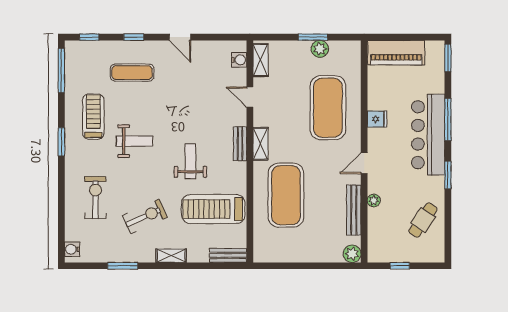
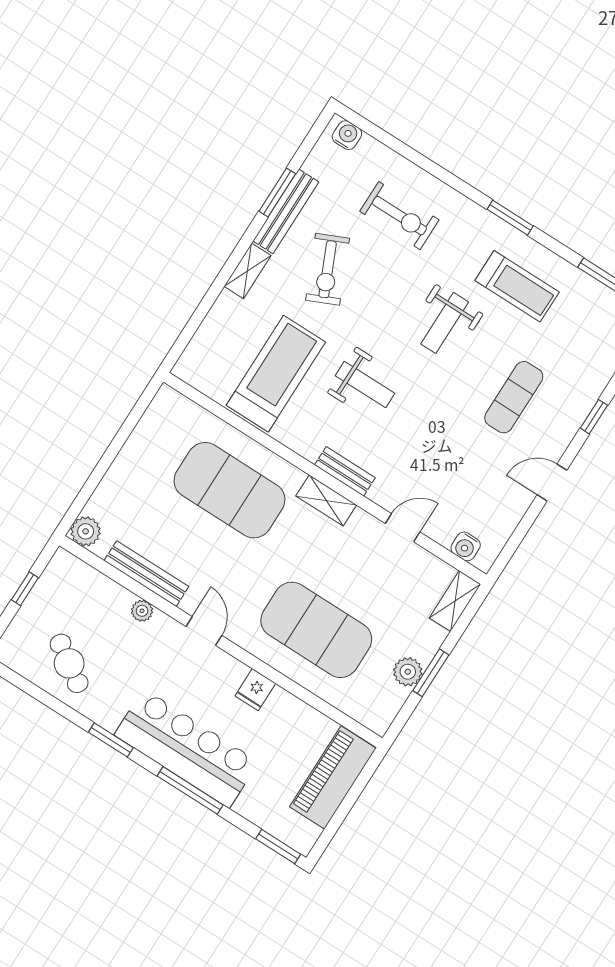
shelving: (261, 60) -> (455, 601), moved, turned 90
exercise mat: (132, 73) -> (514, 397), moved
bench: (228, 255) -> (286, 211), moved, width x1.36

